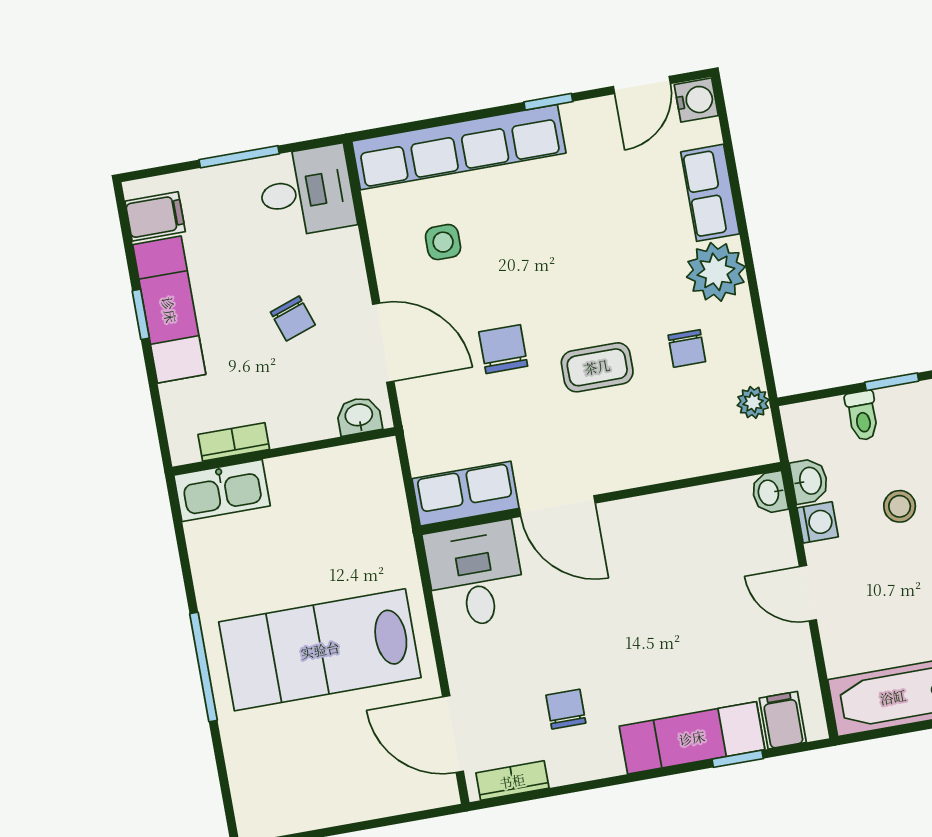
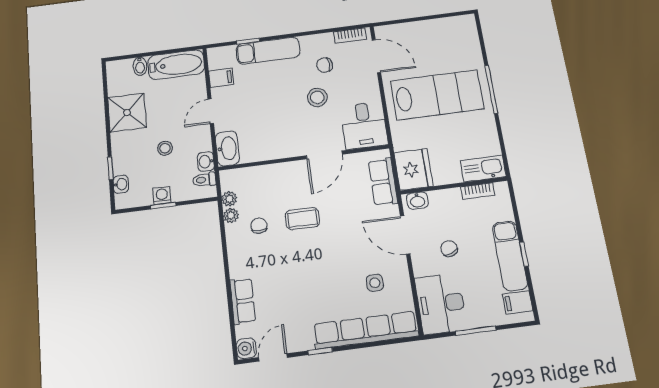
desk: (306, 191) -> (441, 304), width x1.37
plant: (716, 272) -> (231, 215), moved, width x0.53, depth x0.53
chair: (503, 349) -> (347, 229), removed
toilet: (862, 416) -> (204, 180), moved, turned -90
fridge: (368, 483) -> (413, 169), added
washbasin: (769, 493) -> (227, 148), width x1.91, depth x1.45
row of seats: (466, 494) -> (383, 182), moved, turned 90
door: (557, 506) -> (324, 155), swing flipped
washing machine: (818, 522) -> (162, 196), moved, turned 90
door: (808, 593) -> (211, 111), swing flipped
stool: (578, 634) -> (317, 97), added
chair: (566, 709) -> (325, 65), turned 85
filing cabinet: (783, 720) -> (221, 78), moved, turned -90

